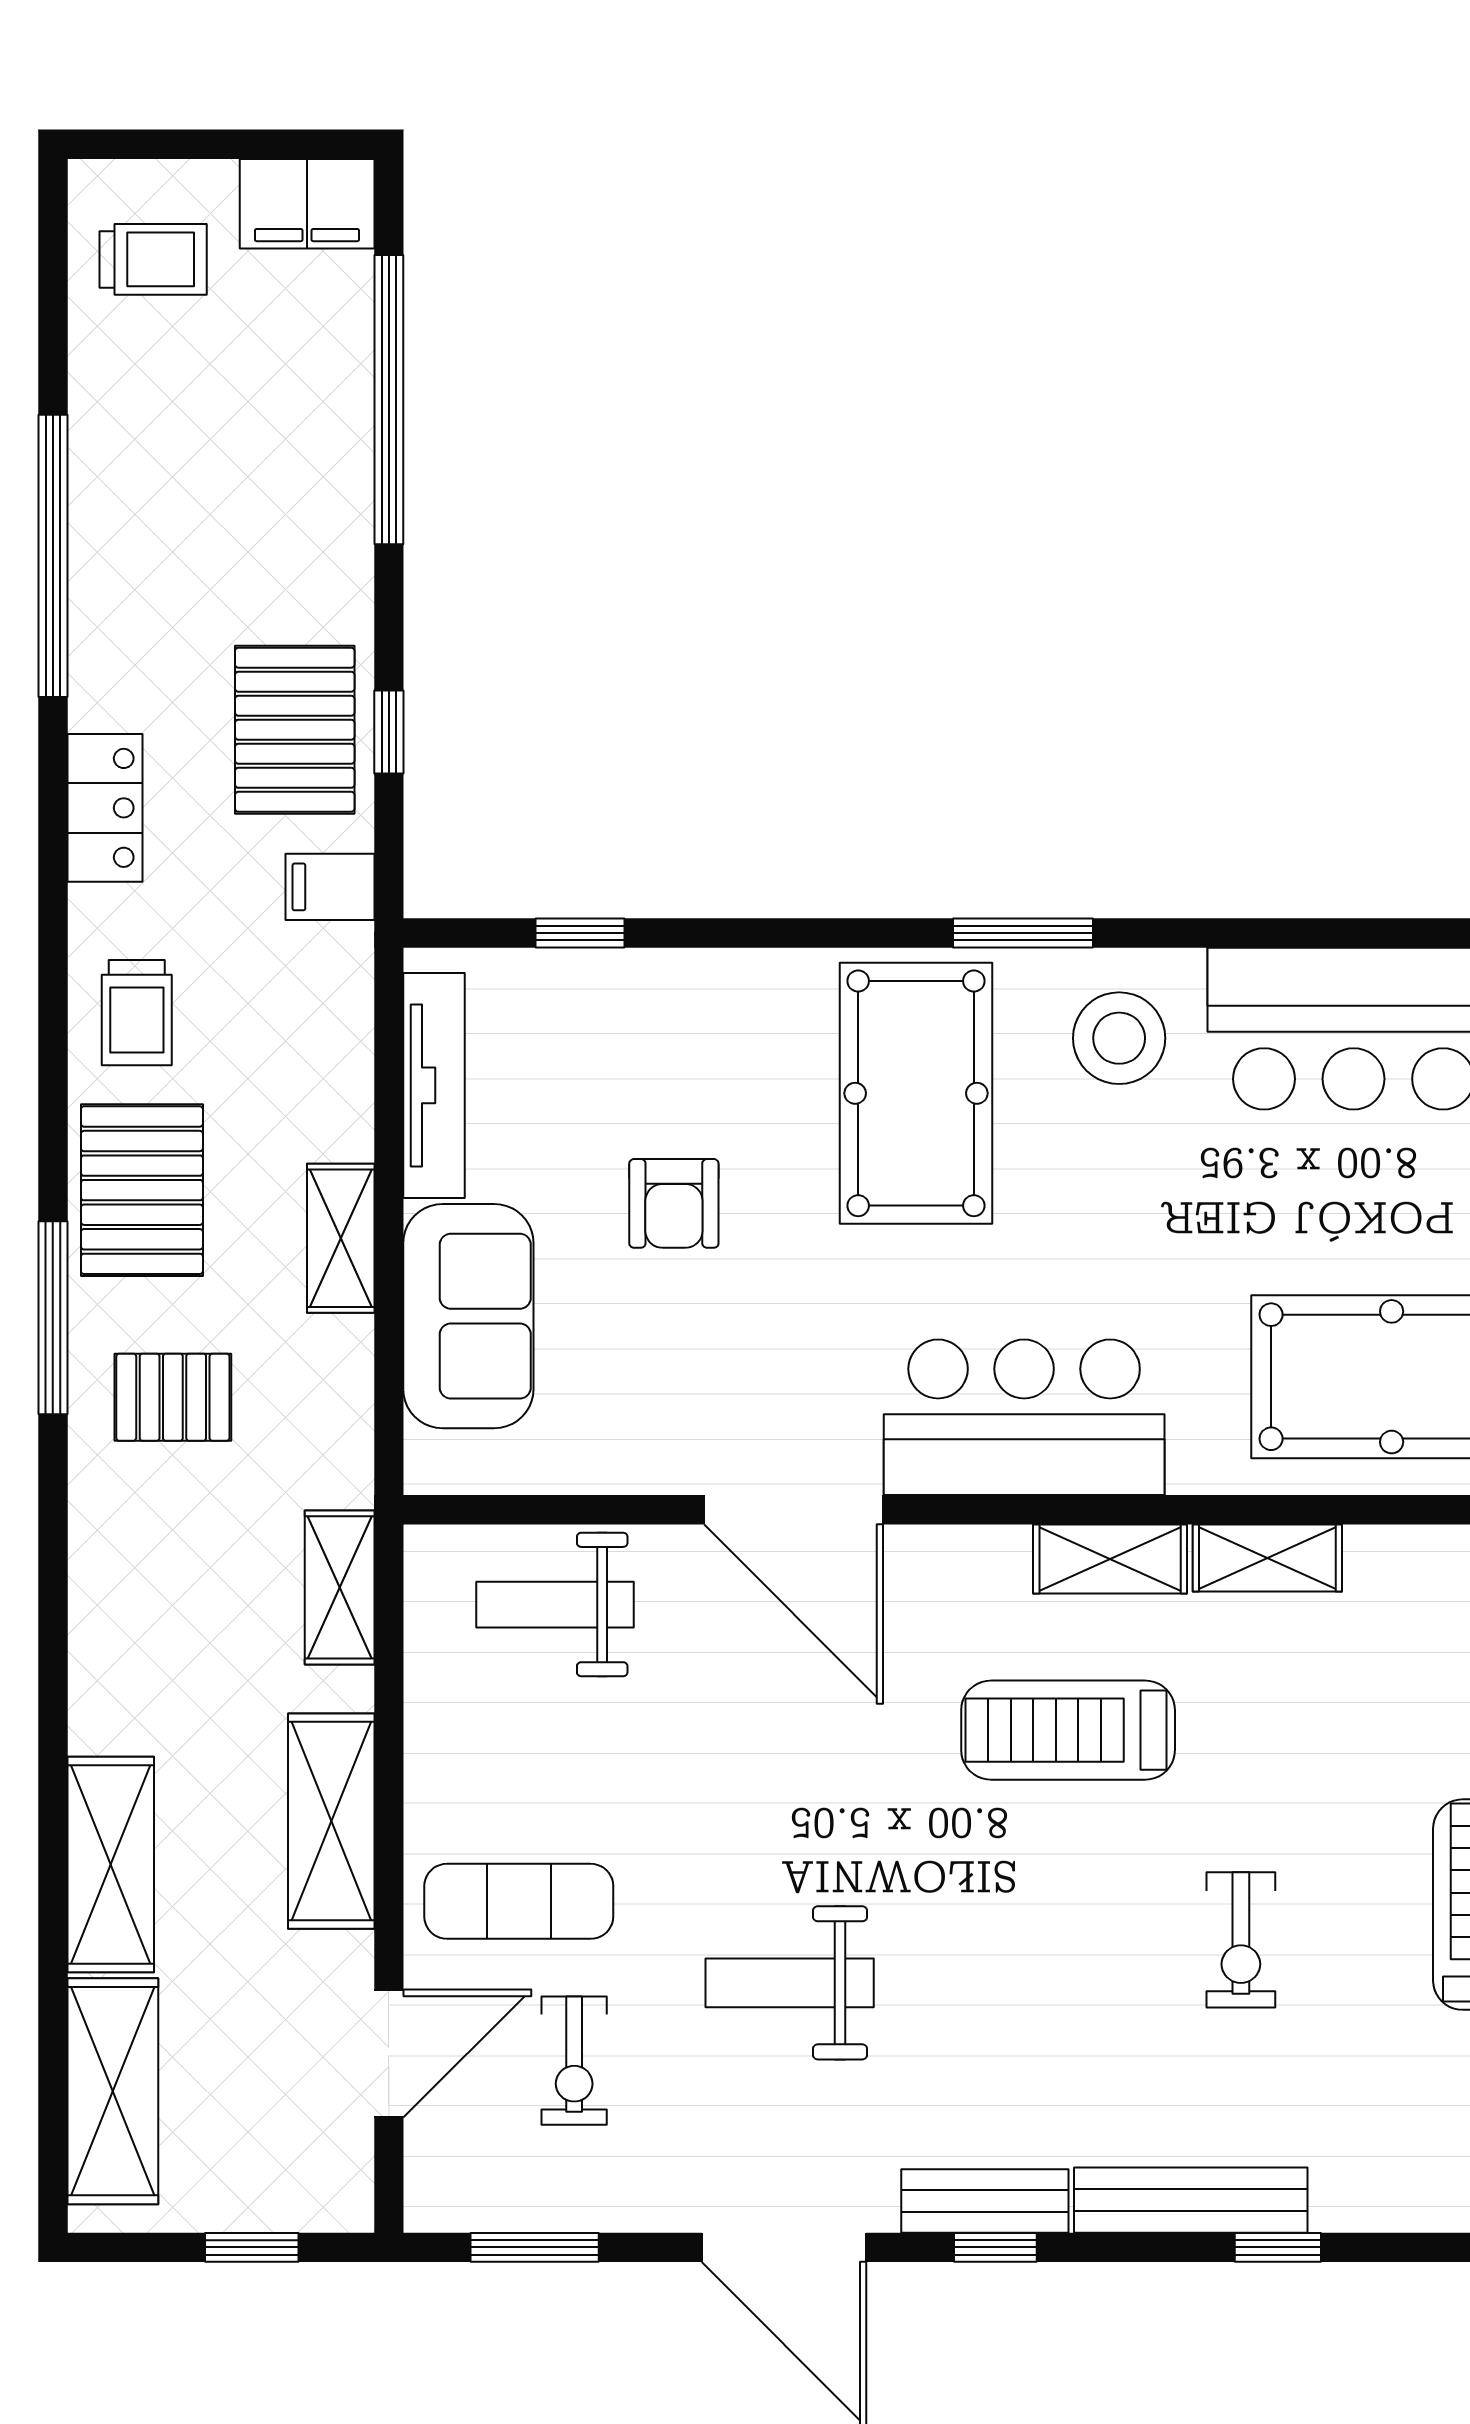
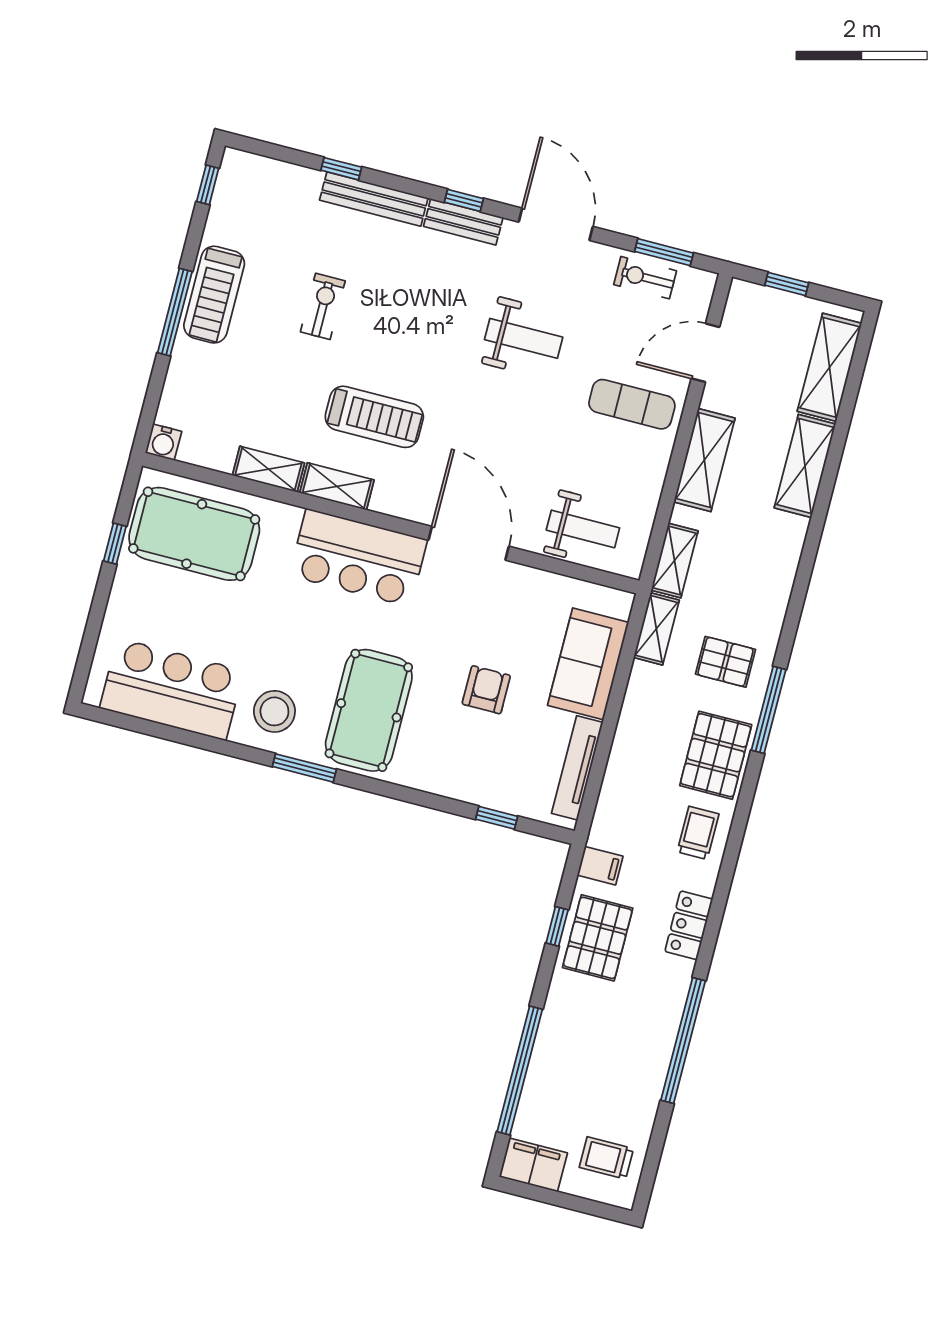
shelving: (341, 1238) -> (656, 629), moved
exercise bike: (574, 2061) -> (645, 278), moved, turned -90

